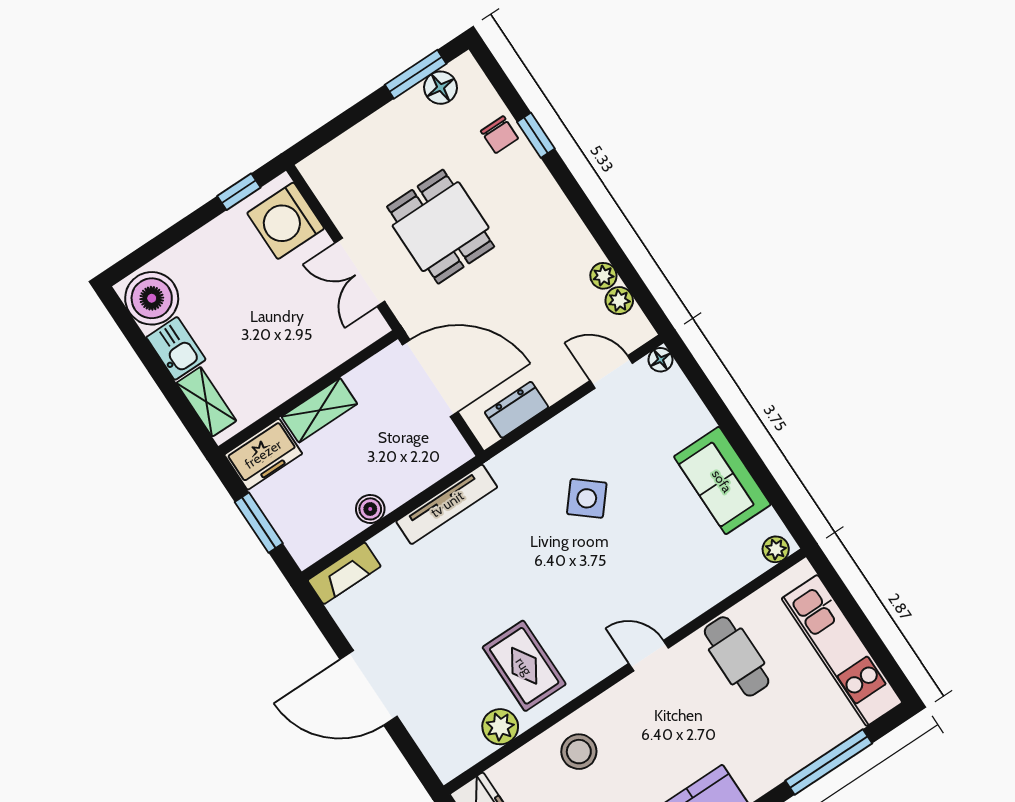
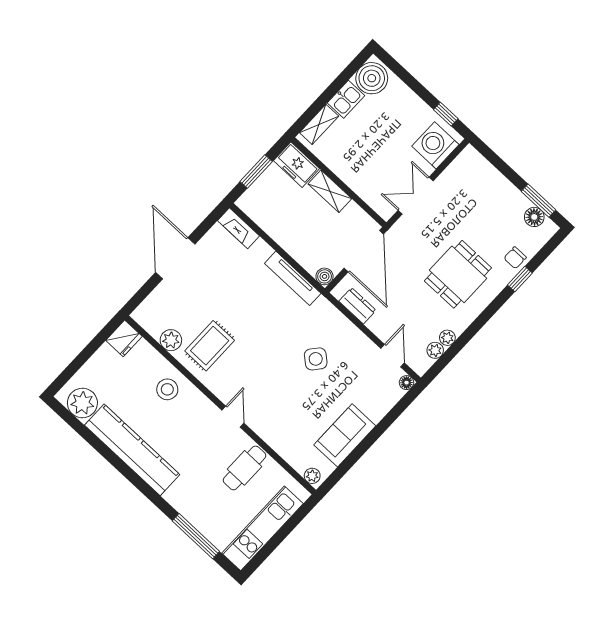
dining table: (441, 227) -> (458, 274), moved
boiler: (370, 509) -> (325, 276), moved

